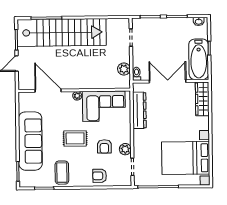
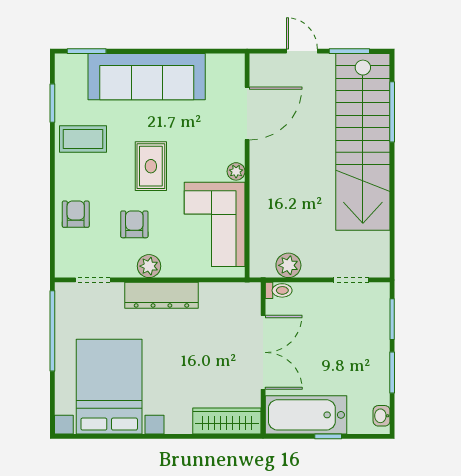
dresser: (139, 110) -> (161, 295), moved
armchair: (104, 146) -> (134, 224), turned 90
plant: (125, 149) -> (149, 266), moved

